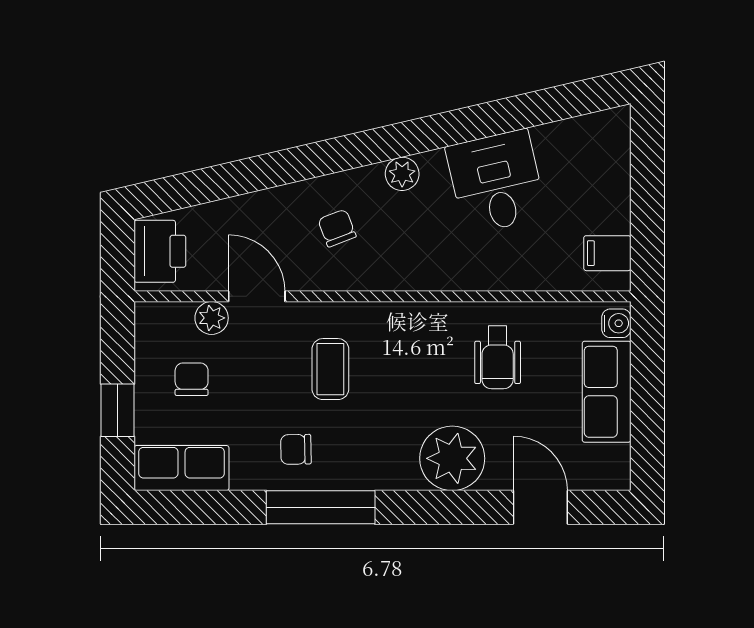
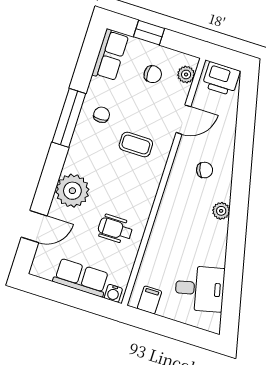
desk: (496, 182) -> (200, 289), moved
plant: (212, 318) -> (186, 74), moved

